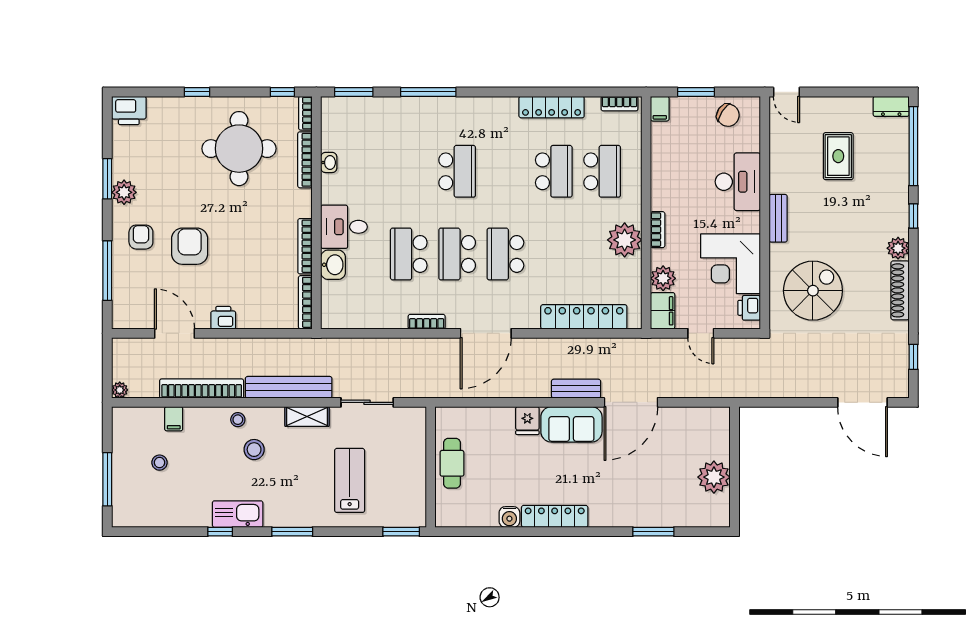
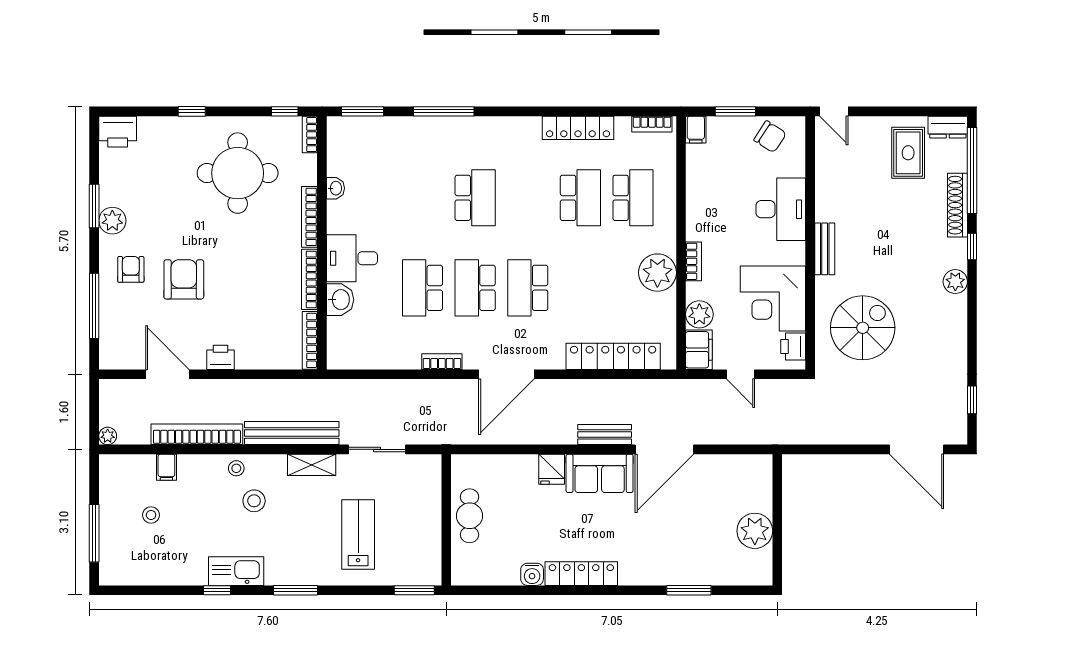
rug: (838, 156) -> (908, 153), moved
bookcase: (305, 160) -> (309, 217), moved
shoe rack: (900, 290) -> (957, 205), moved

